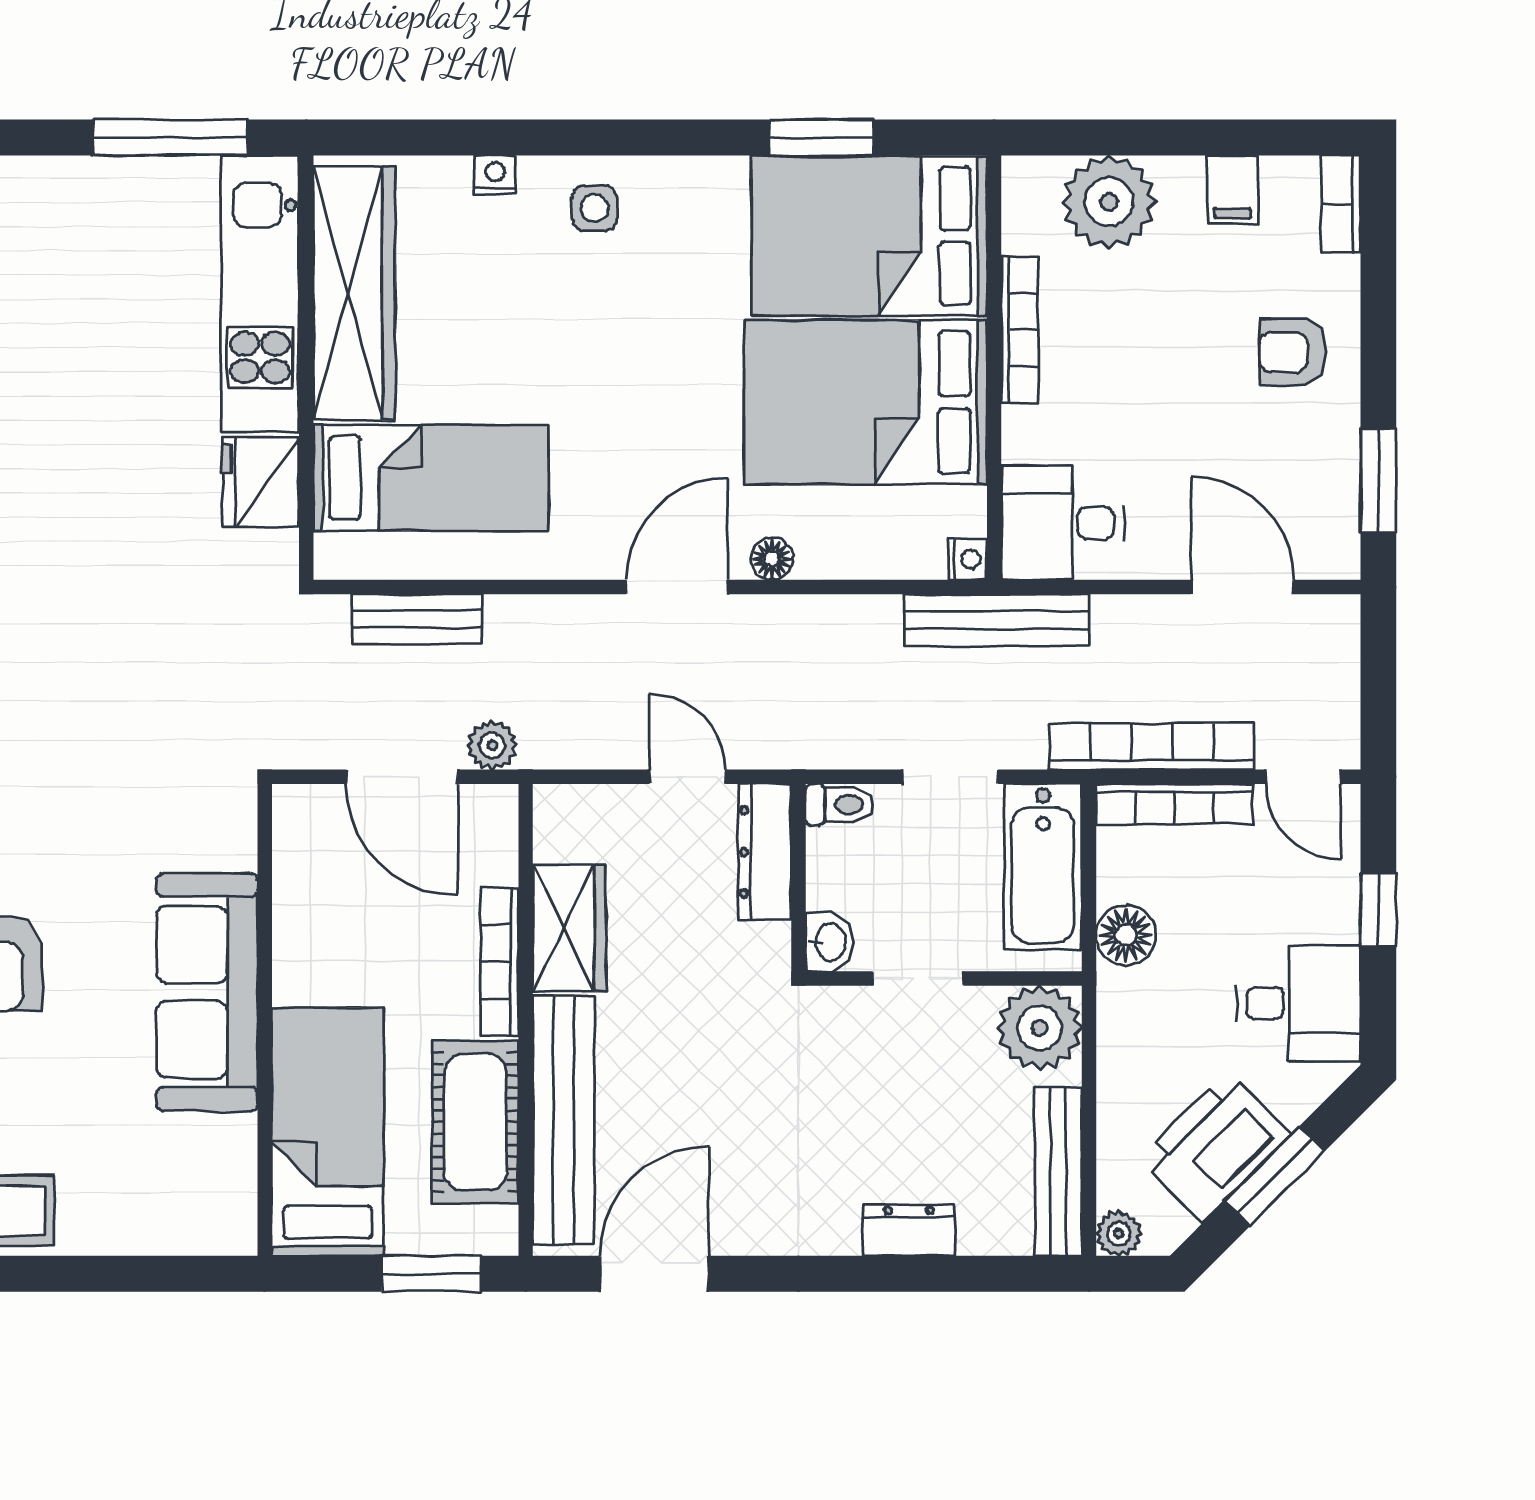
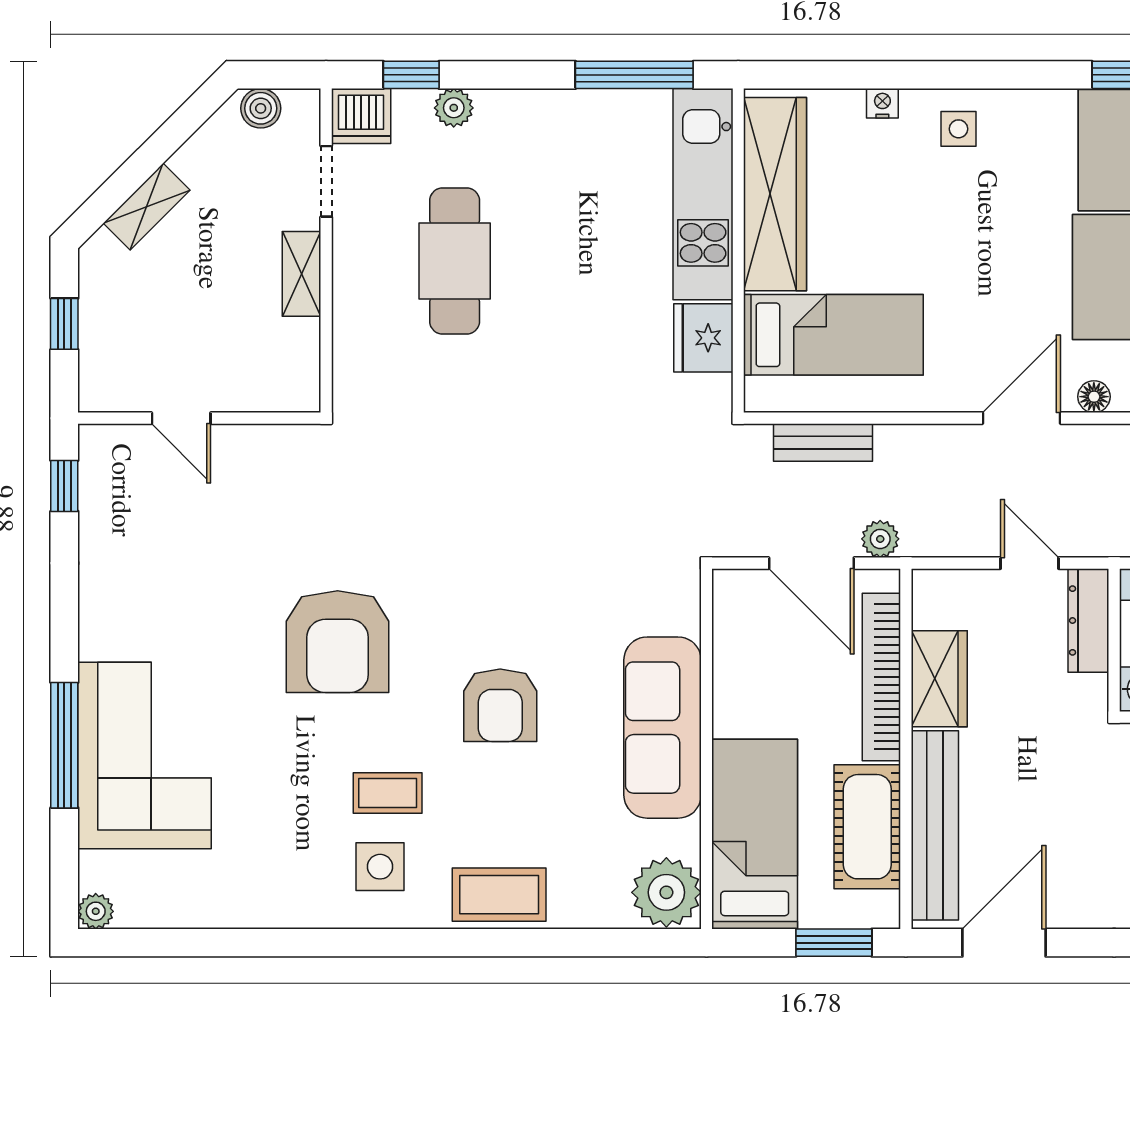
bookcase: (499, 962) -> (881, 677), width x1.48, depth x1.31
plant: (212, 1208) -> (666, 892), added

